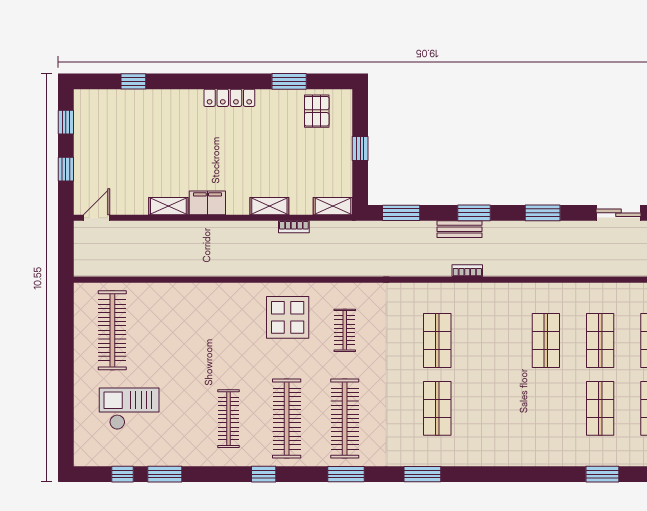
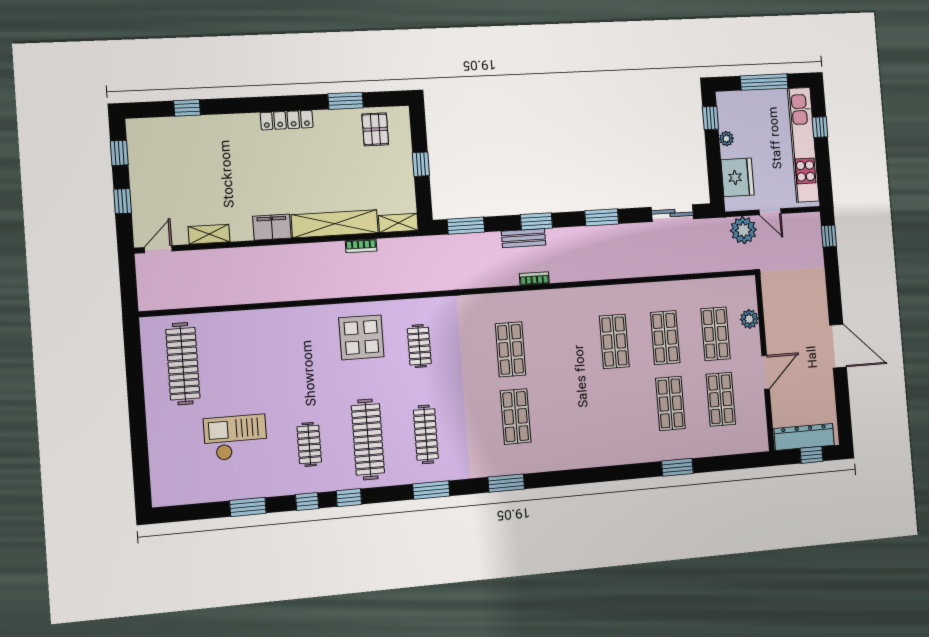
shelving: (168, 206) -> (209, 234), moved
shelving: (269, 206) -> (335, 224), width x2.20, depth x1.33
checkout: (129, 409) -> (236, 438), moved
clothes rail: (229, 419) -> (309, 444), width x0.73
clothes rail: (345, 419) -> (426, 434), width x0.73, depth x0.76
window: (123, 474) -> (307, 501), moved

